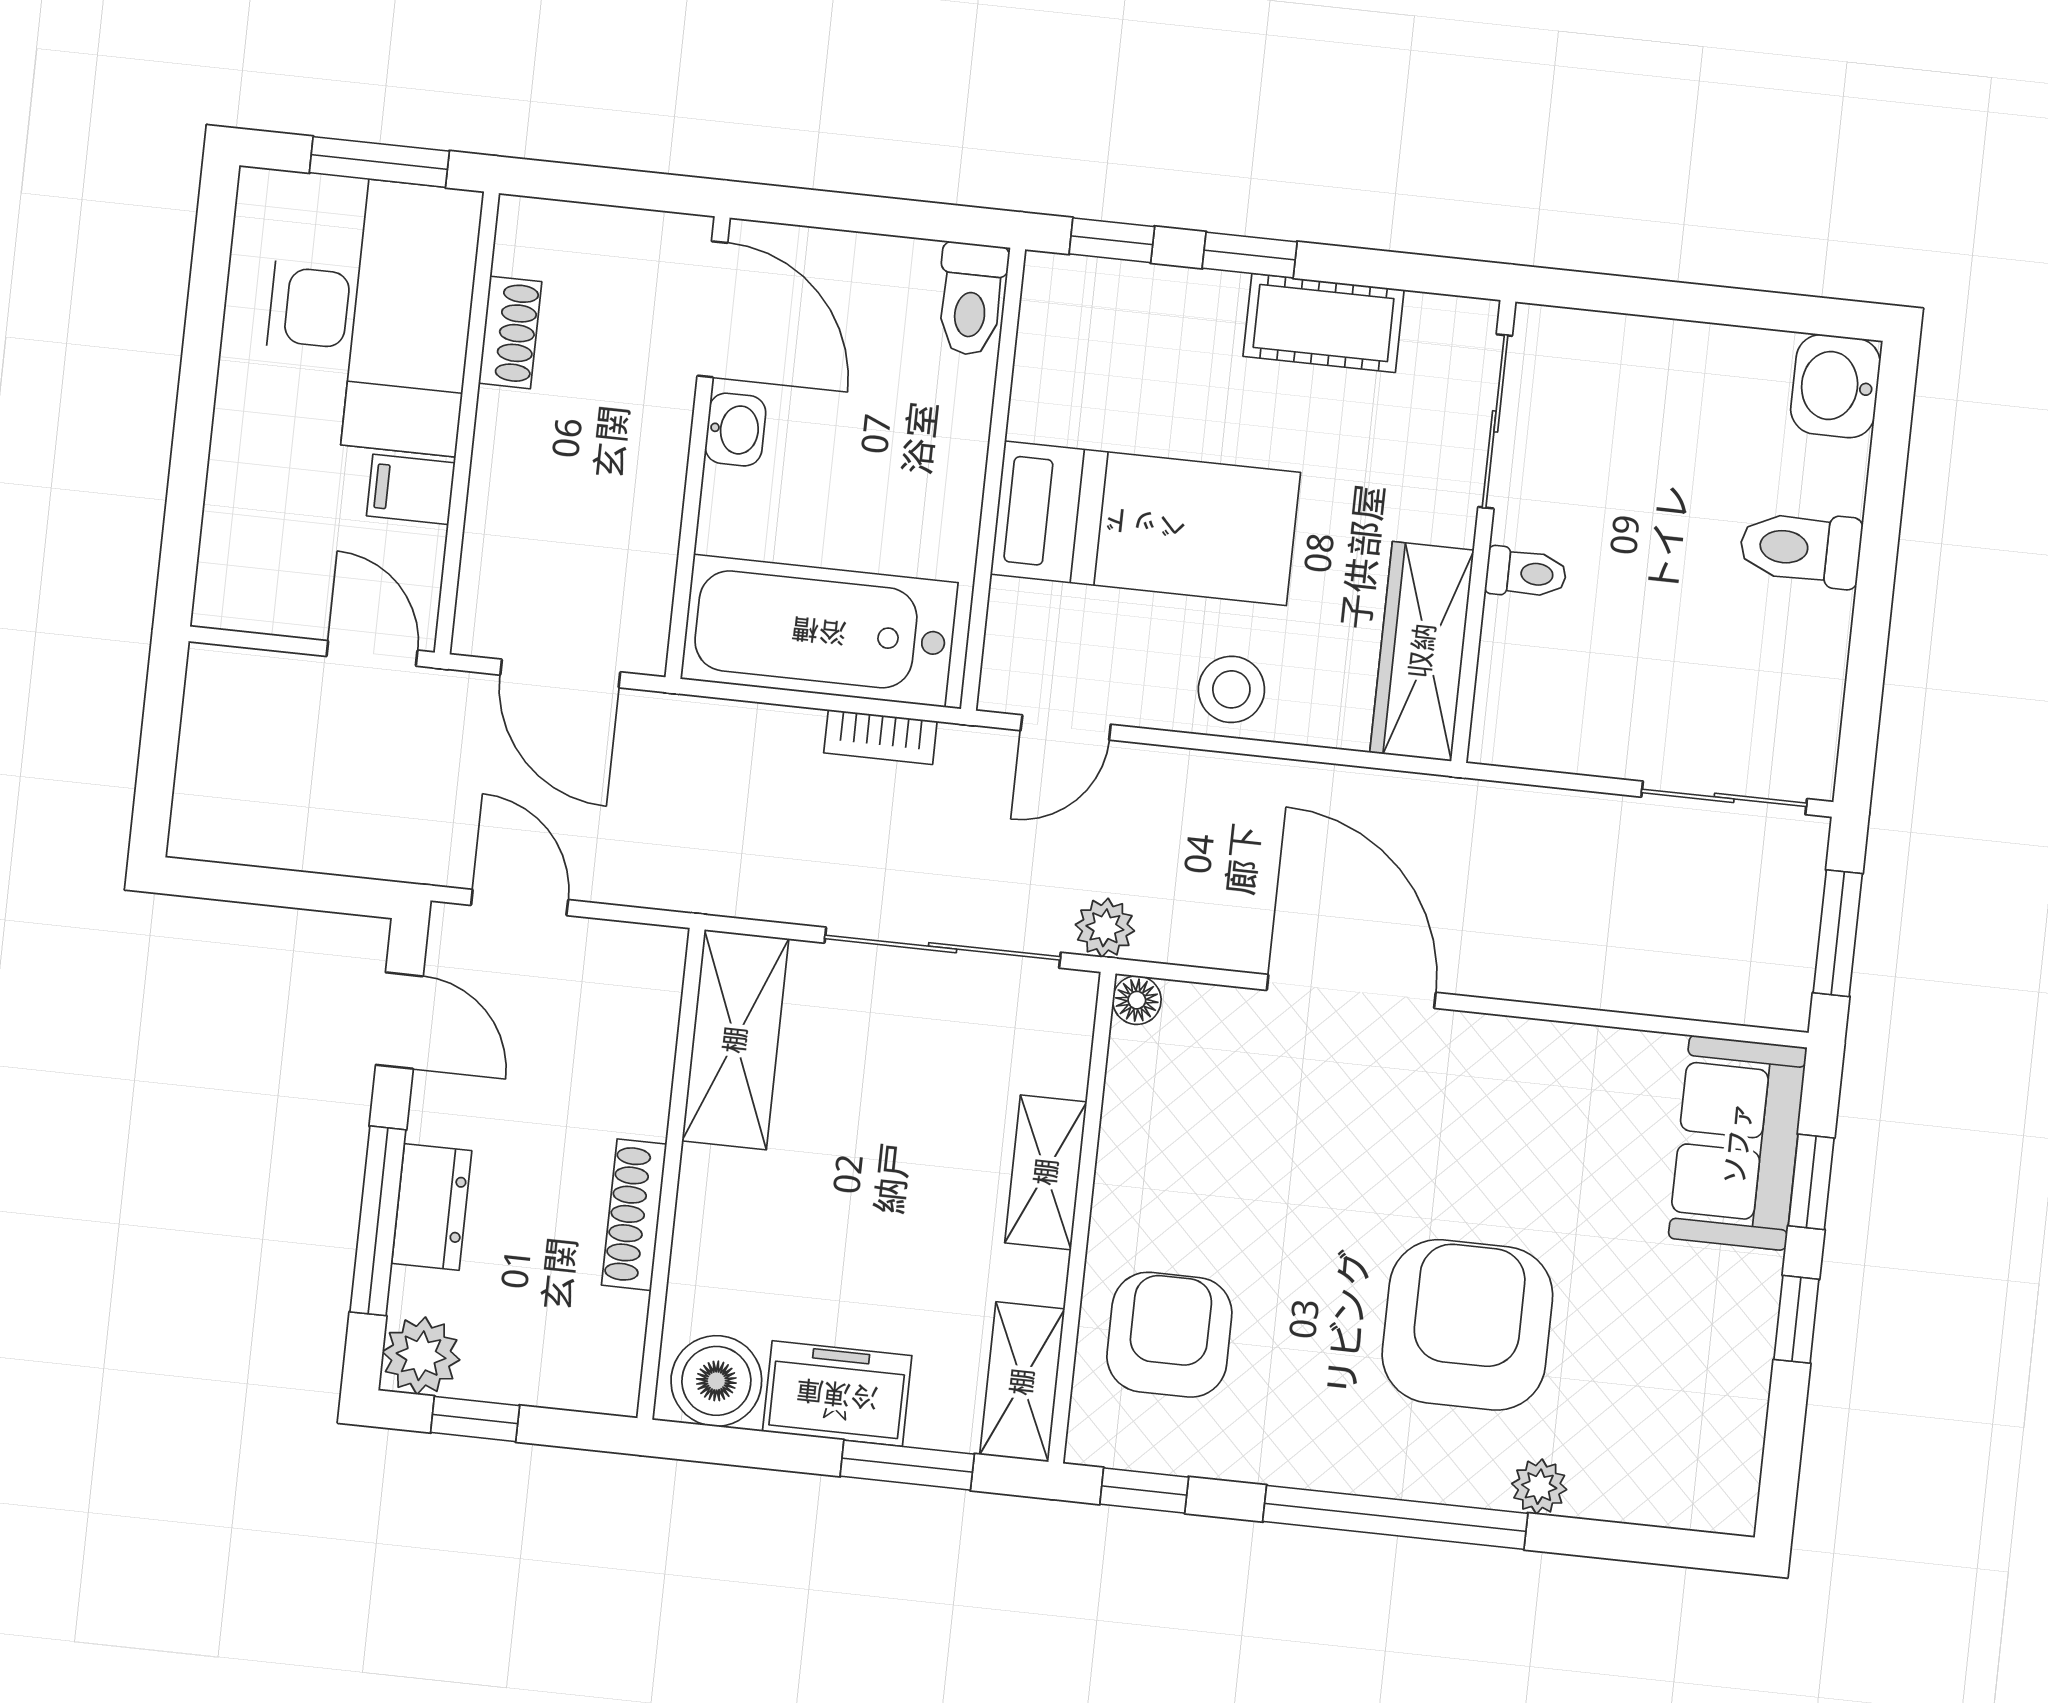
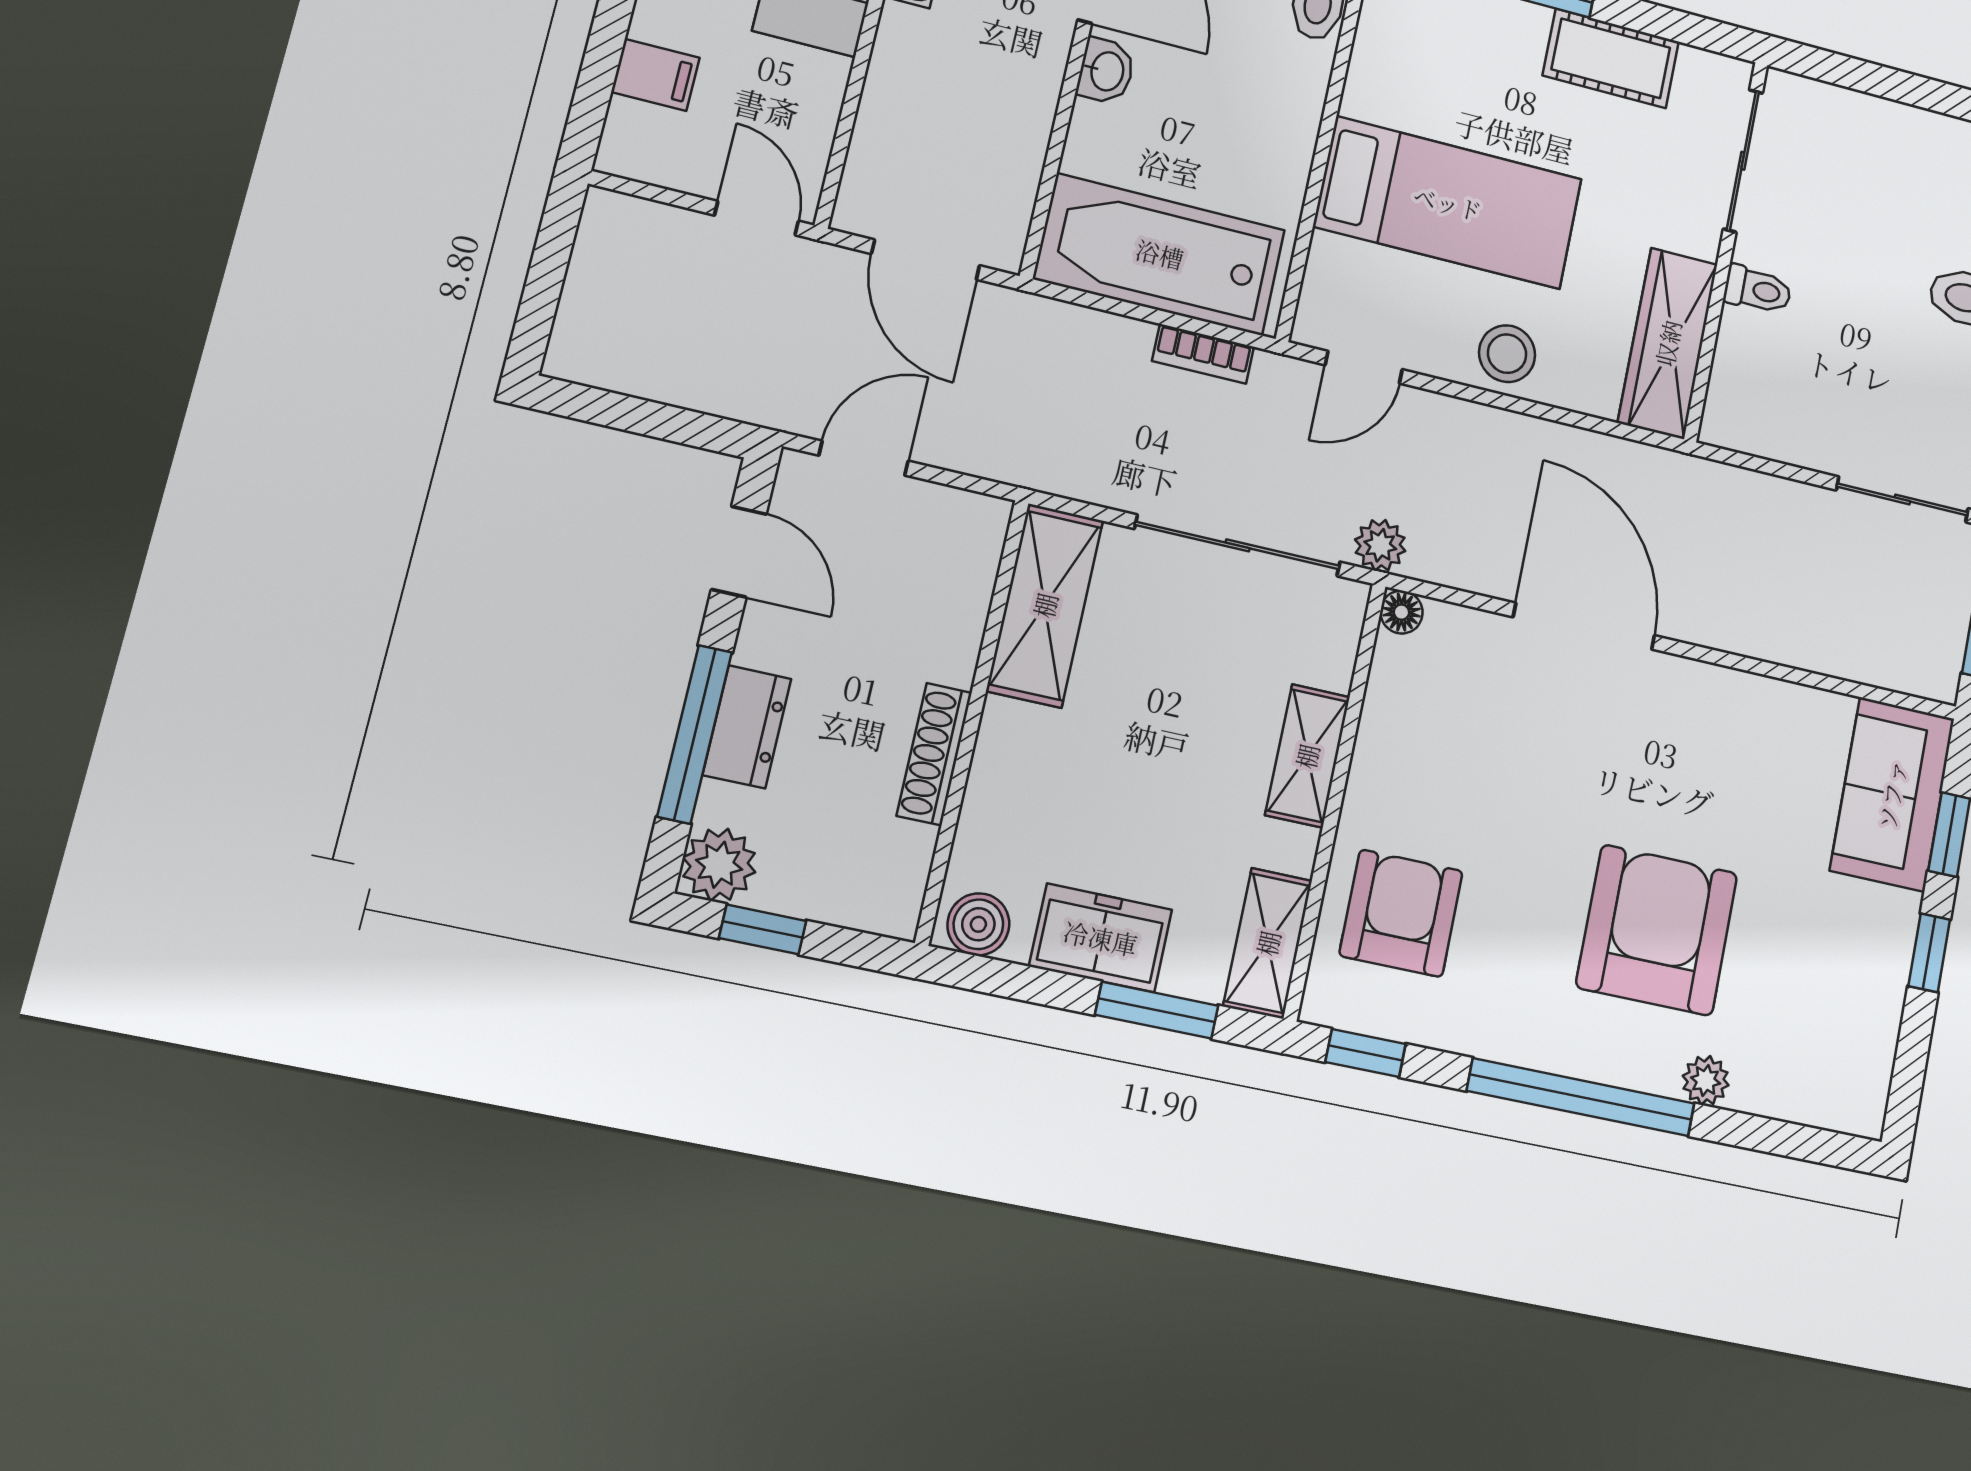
filing cabinet: (411, 489) -> (655, 75), moved, turned 180
door: (520, 902) -> (864, 458), hinge flipped
boiler: (716, 1381) -> (978, 924), width x0.73, depth x0.73

